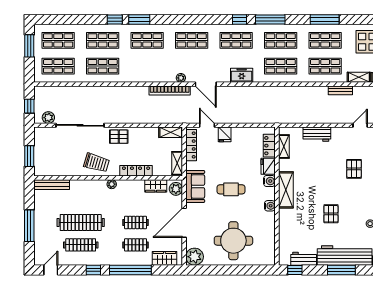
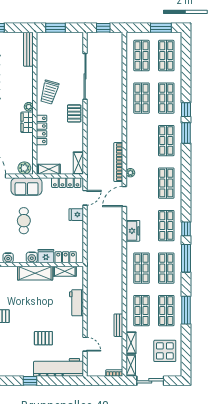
plant: (48, 118) -> (92, 46), removed
wardrobe: (156, 186) -> (27, 122), moved
shelving: (286, 190) -> (35, 273), moved

